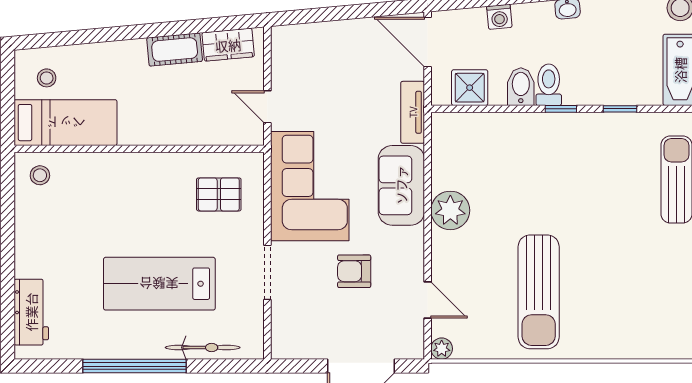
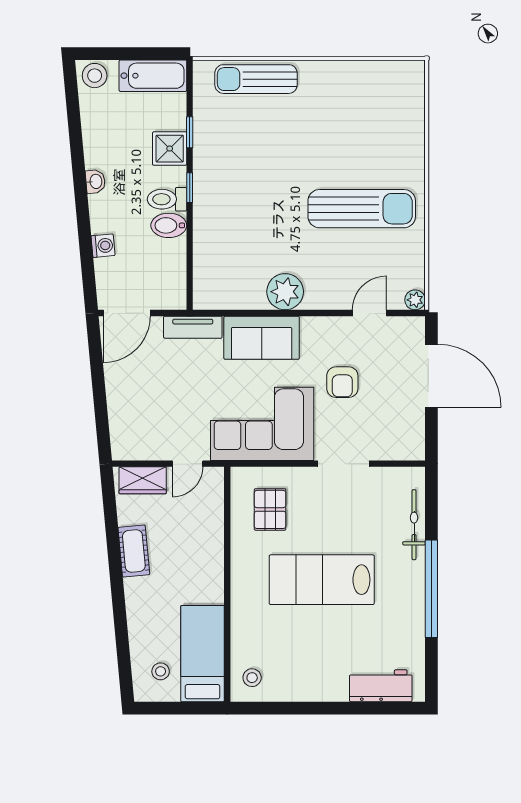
wardrobe: (228, 45) -> (143, 480), moved, turned 95
shower: (470, 88) -> (170, 149), moved
lab bench: (159, 284) -> (322, 580), moved, turned 90

